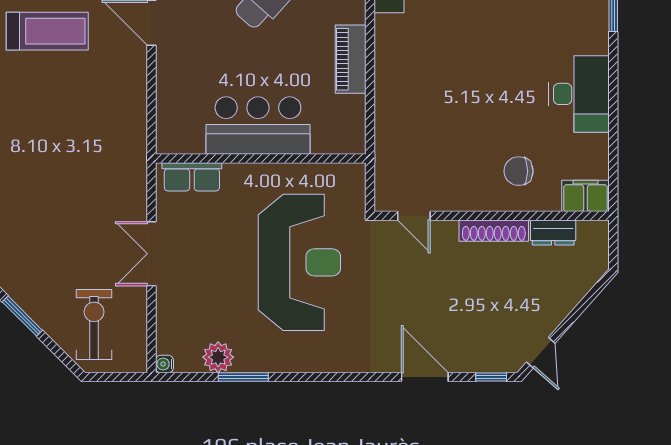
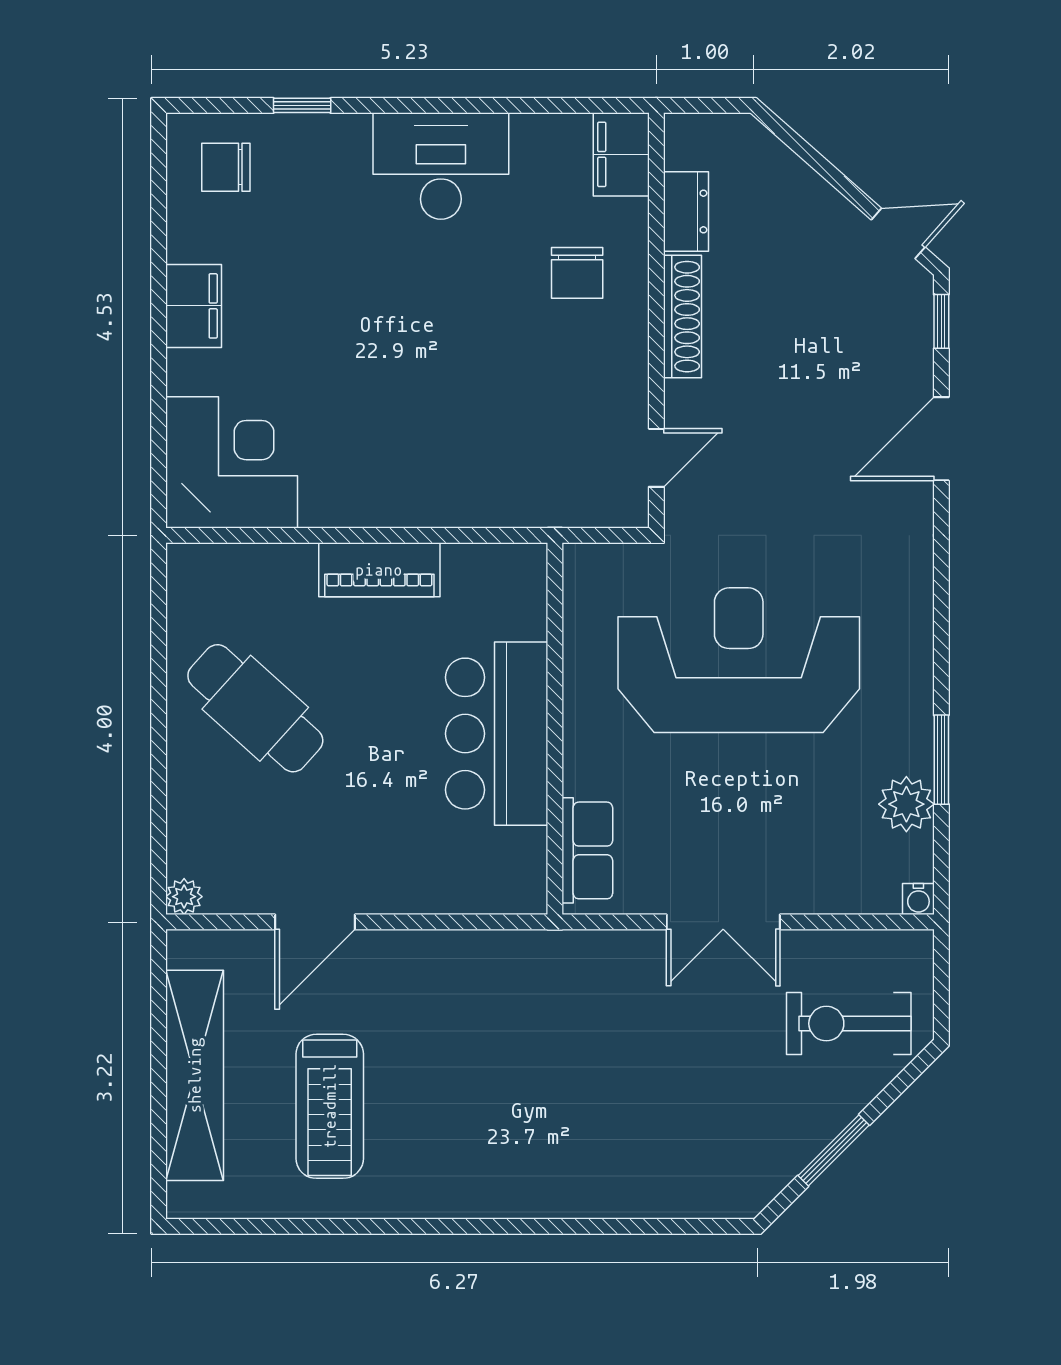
treadmill: (47, 31) -> (330, 1106), turned 180

